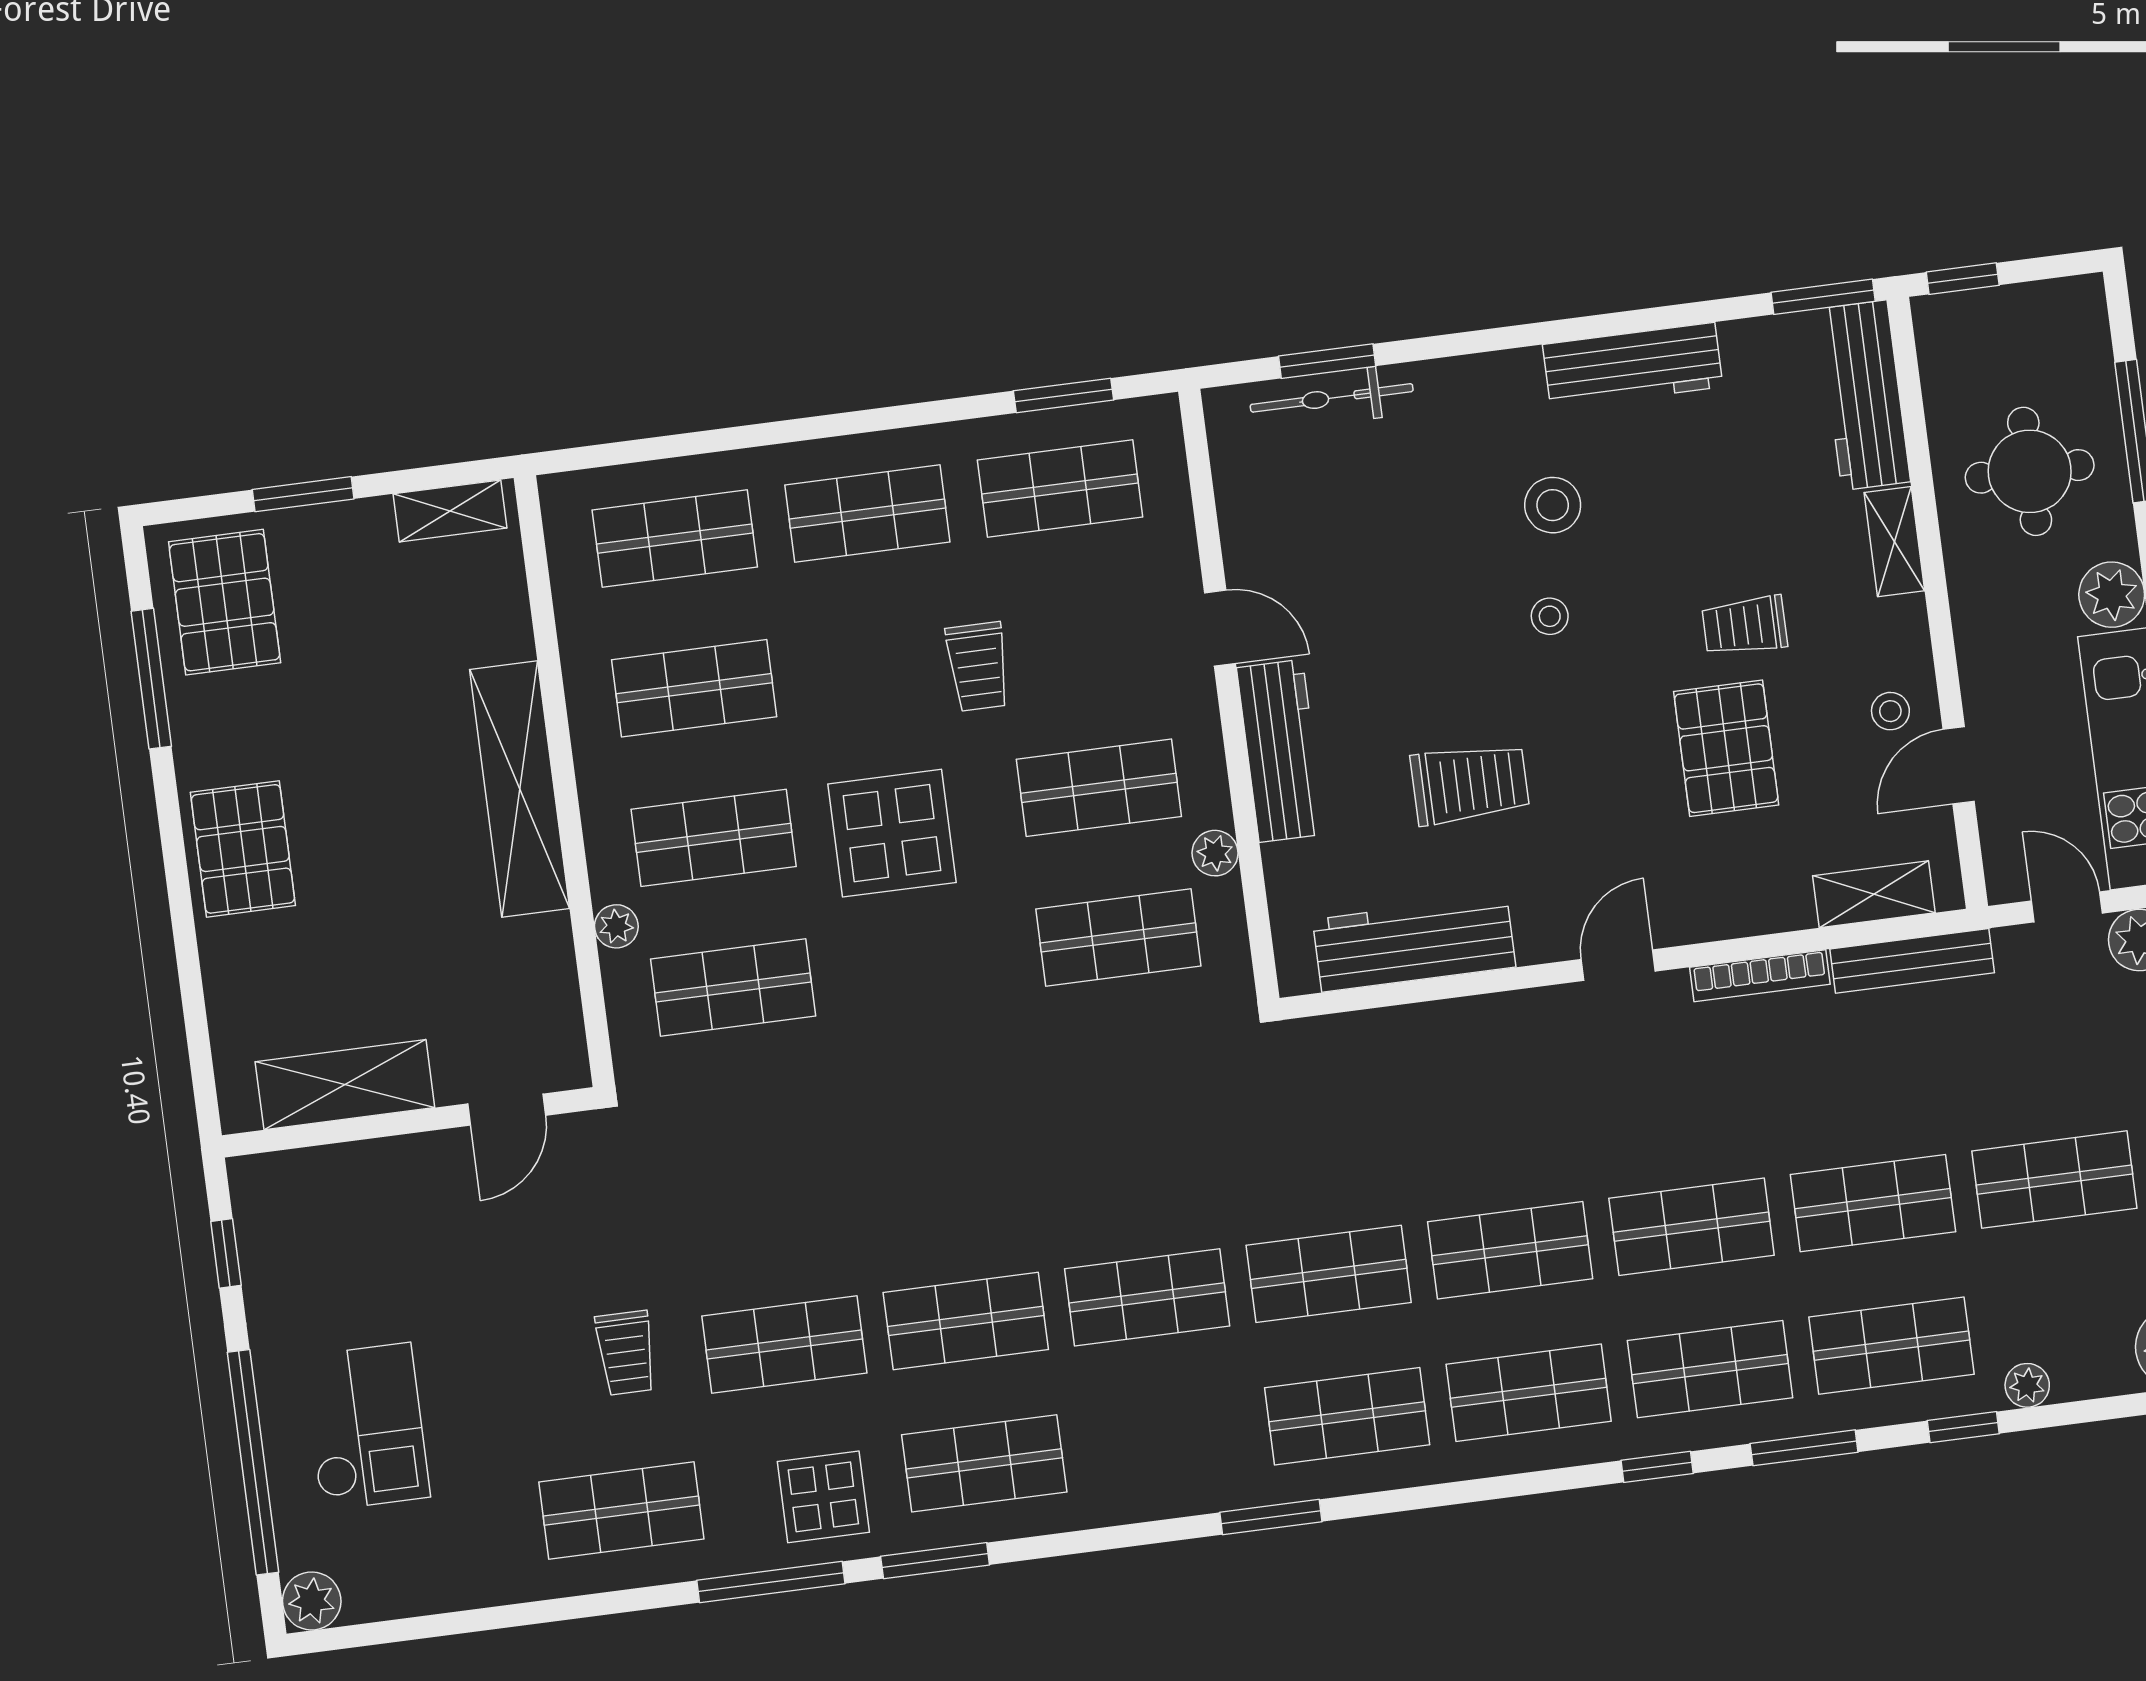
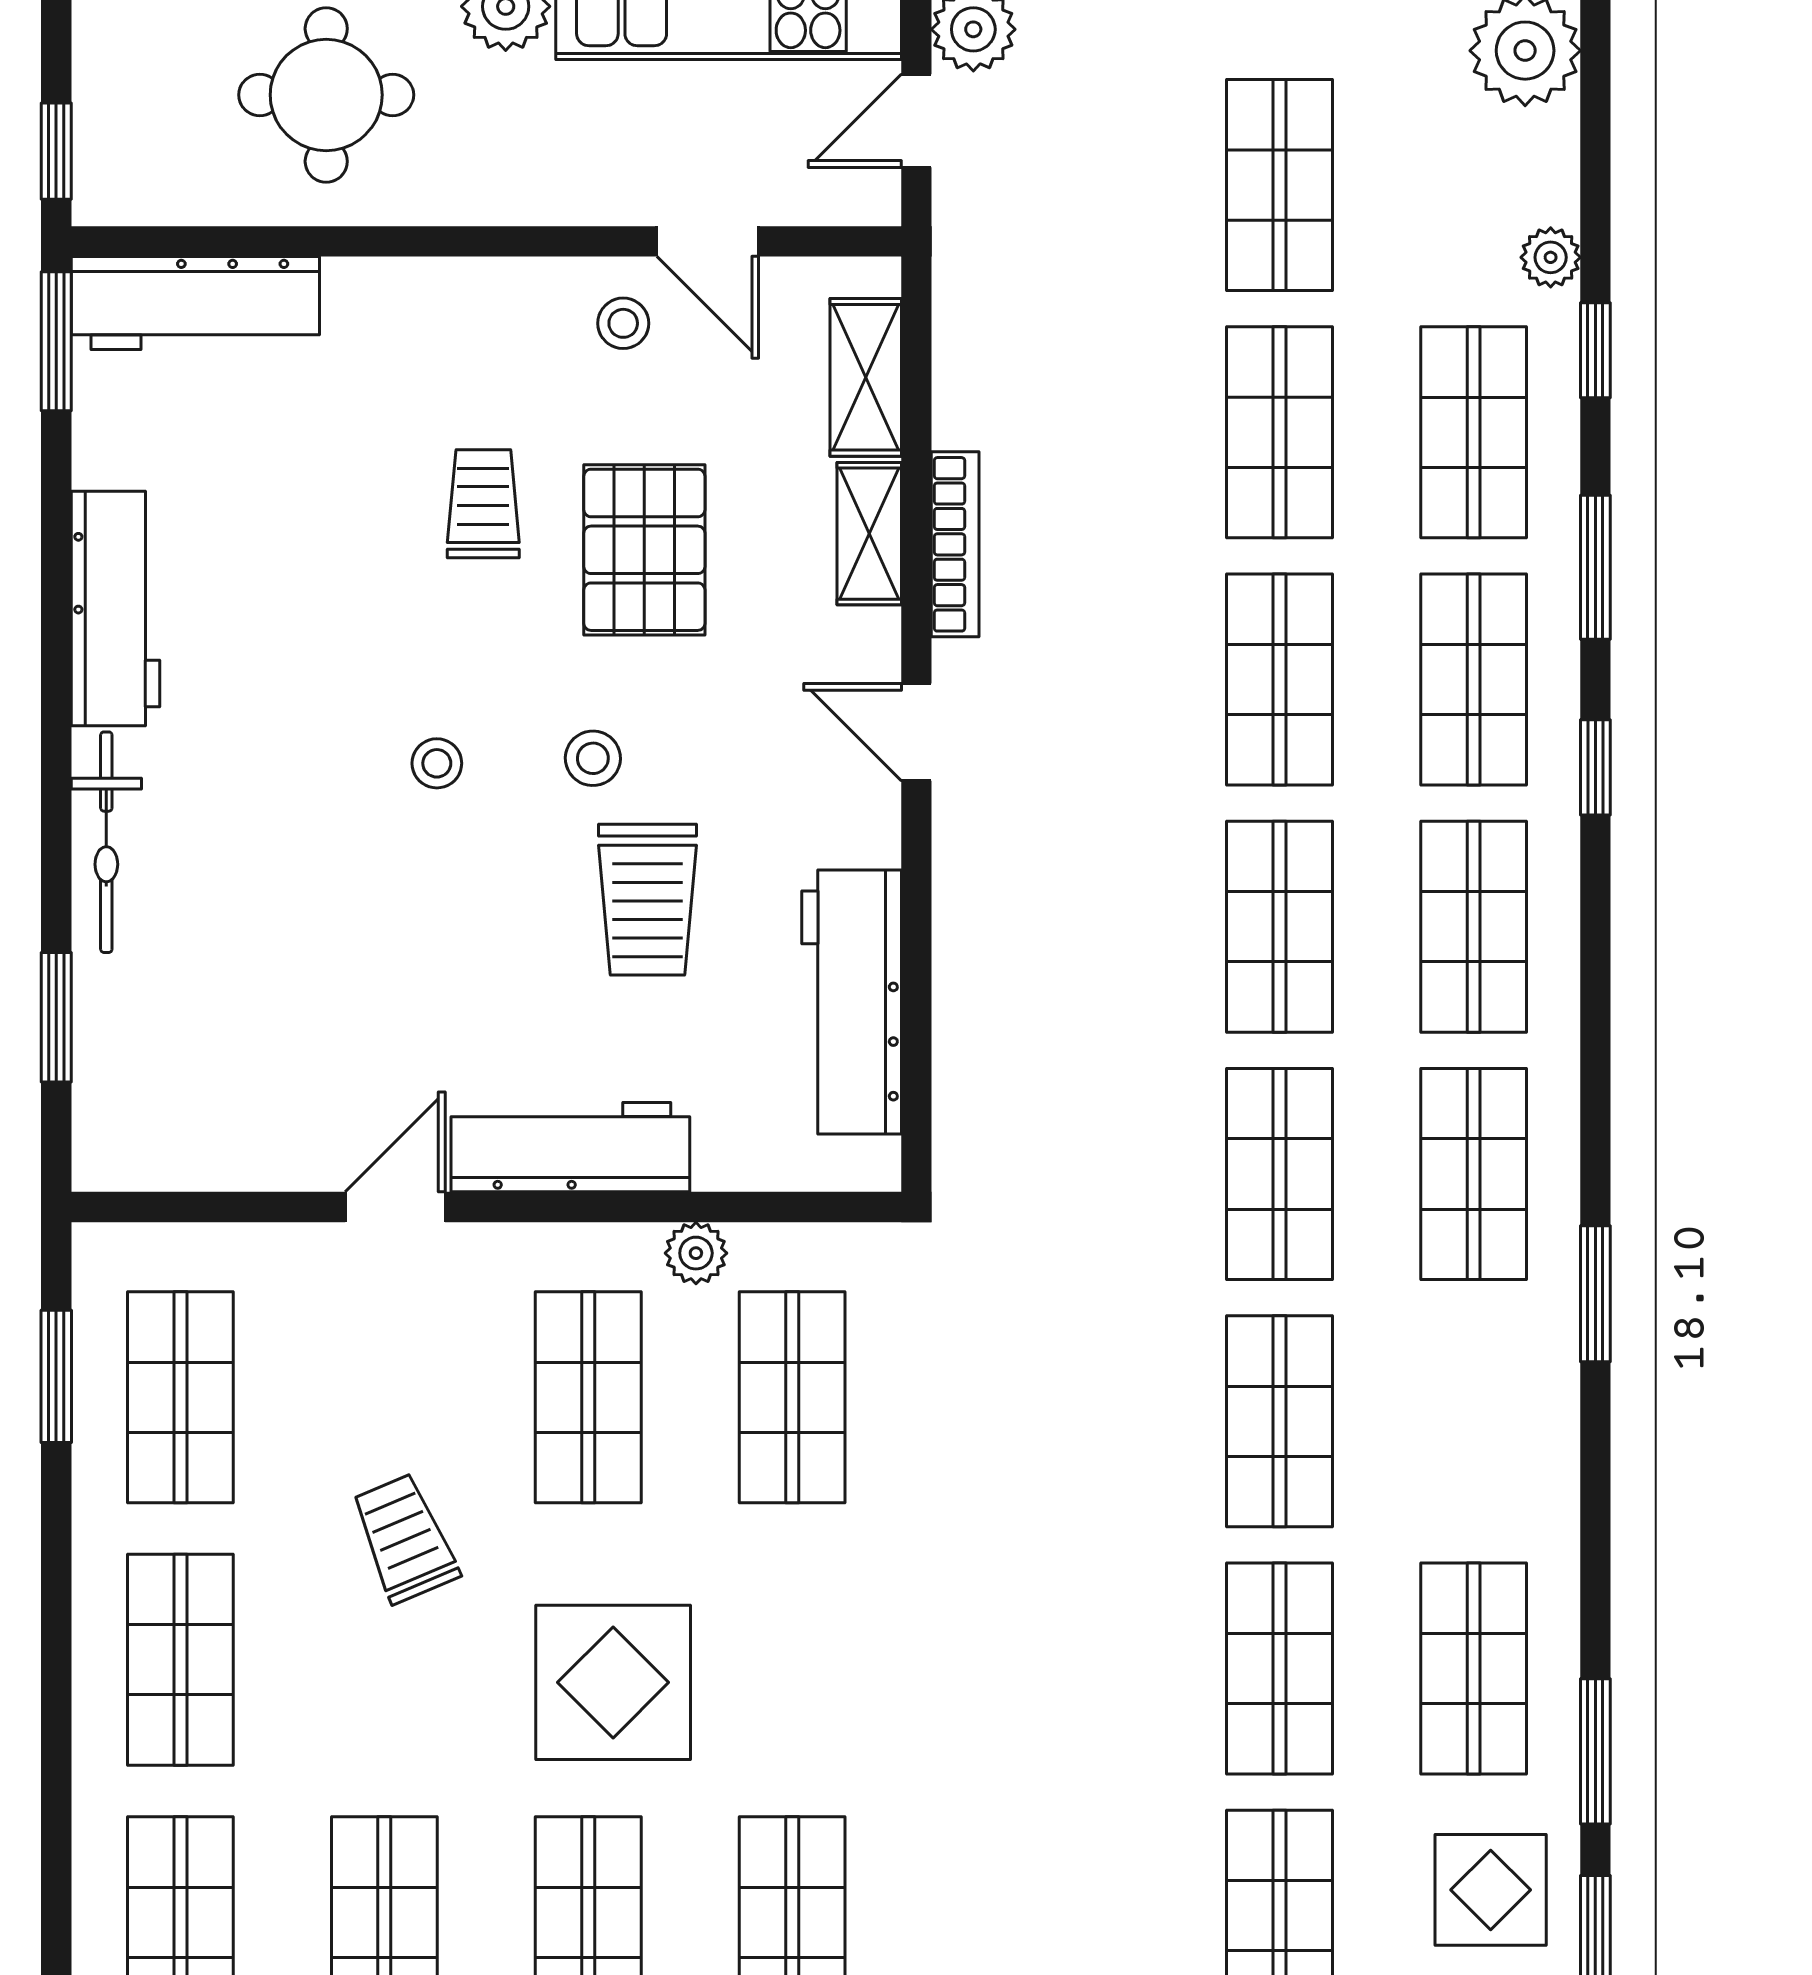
bicycle: (1332, 398) -> (106, 842), moved
stool: (1553, 505) -> (593, 758), moved, width x0.73, depth x0.73
shelving: (1894, 542) -> (869, 534), moved, turned 90
trolley: (1745, 626) -> (483, 504), turned 180
trolley: (978, 667) -> (405, 1538), turned -113
pallet: (1726, 748) -> (644, 550), turned 90
trolley: (1470, 784) -> (648, 900), turned 180
bench: (1912, 961) -> (962, 338), removed

